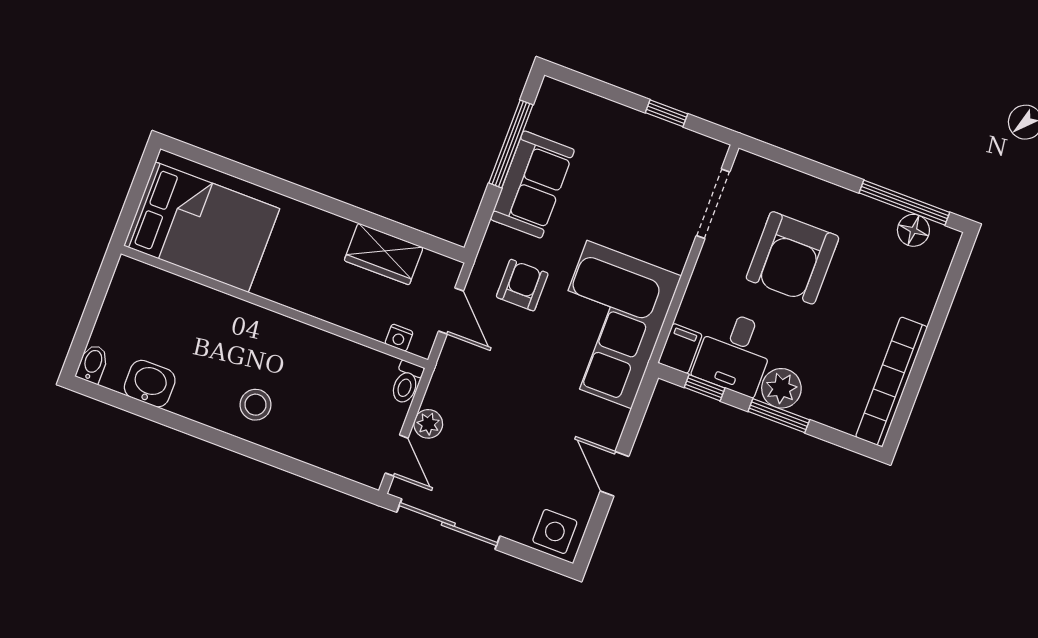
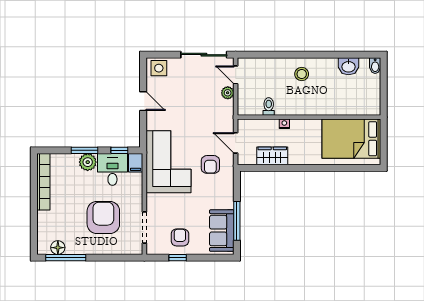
armchair: (645, 154) -> (180, 237), added
sofa: (532, 184) -> (222, 231), moved
nightstand: (399, 338) -> (284, 124), moved
toilet: (406, 382) -> (269, 106), moved

